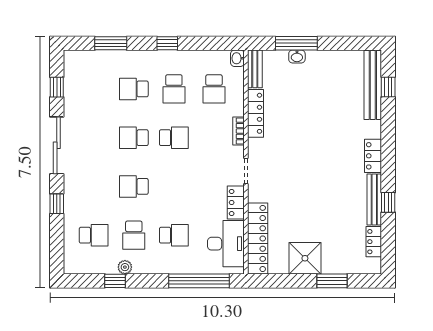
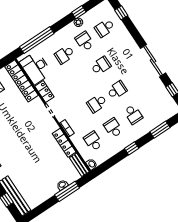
school desk: (134, 89) -> (133, 114), turned 90
window: (57, 204) -> (121, 13), moved

